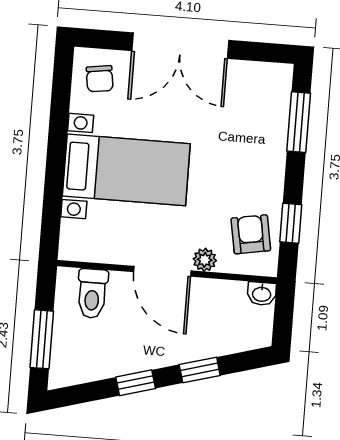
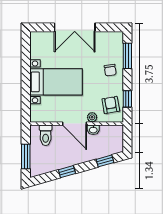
chair: (100, 79) -> (110, 70), moved
washbasin: (262, 294) -> (93, 130), moved
window: (200, 370) -> (105, 161), moved

